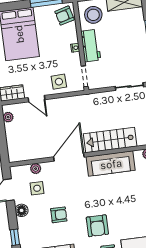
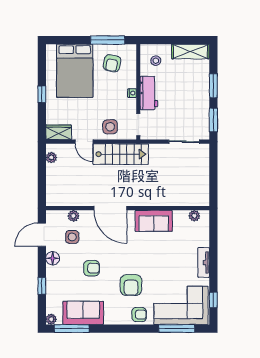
stool: (93, 15) -> (156, 61), width x0.53, depth x0.53
armchair: (65, 16) -> (112, 63), moved, turned -64
stairs: (110, 140) -> (121, 154), moved, turned 180
door: (69, 157) -> (110, 208), swing flipped
sofa: (111, 164) -> (154, 221), width x0.73

